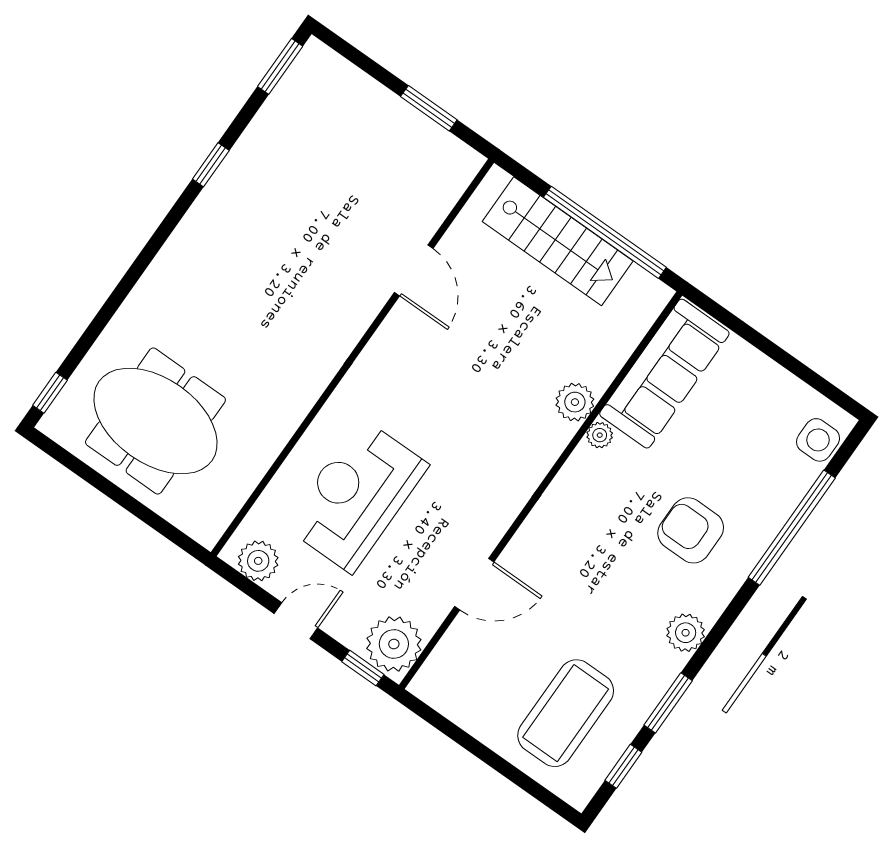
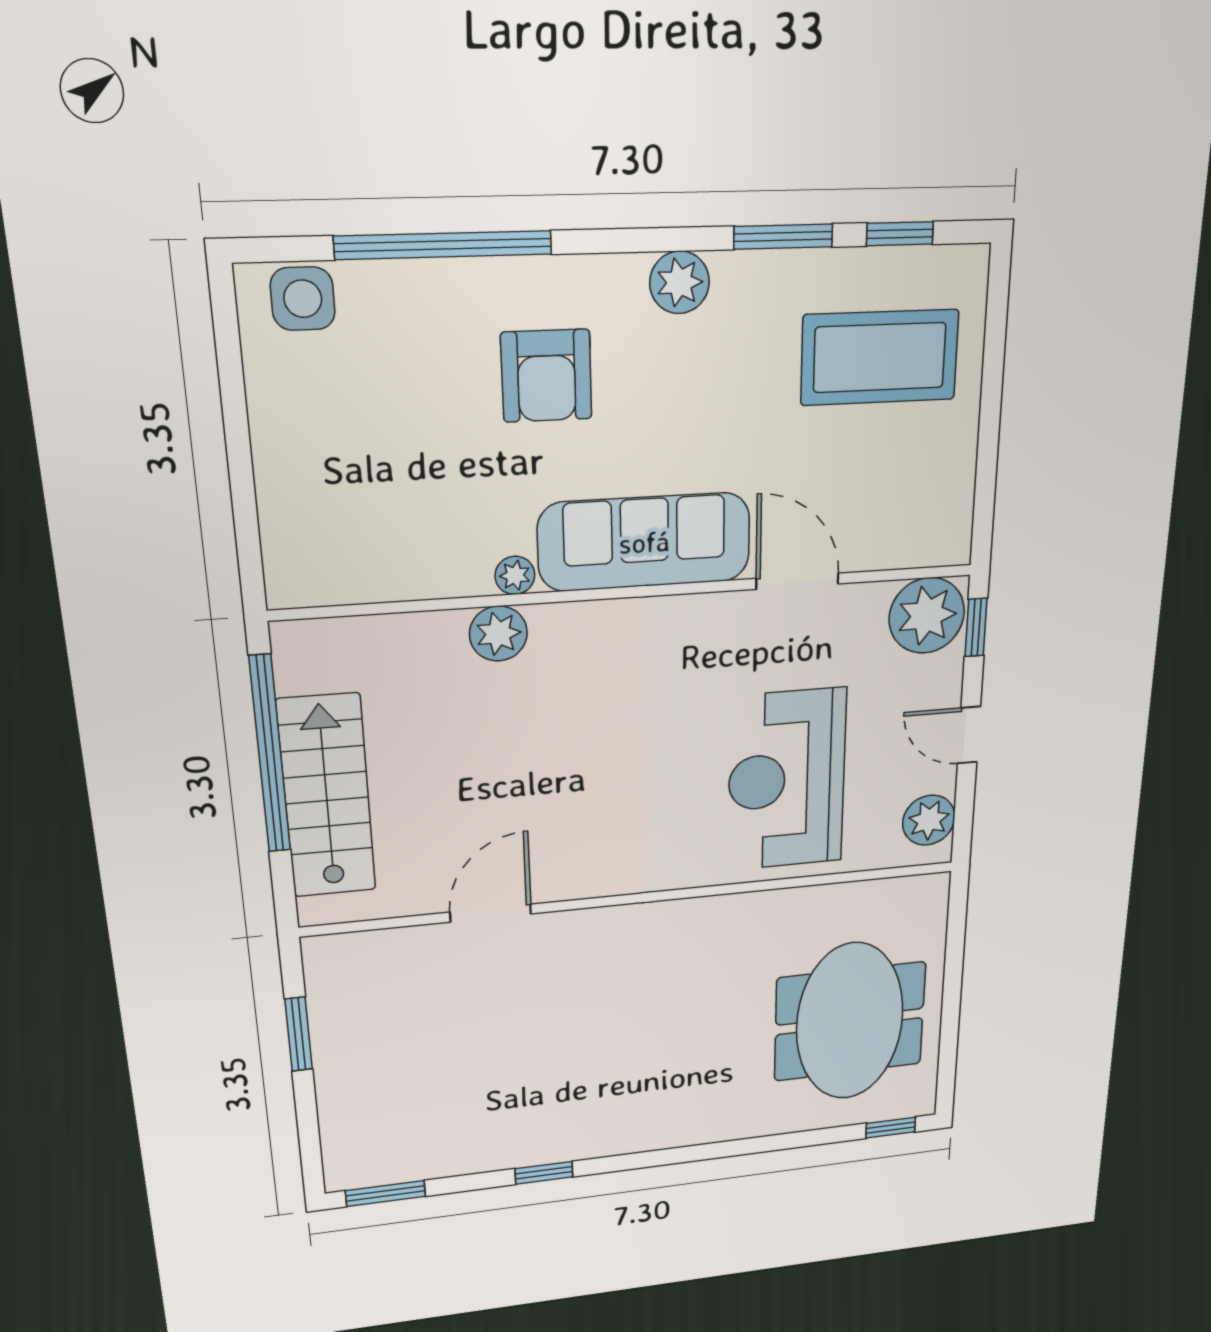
sofa: (664, 374) -> (645, 542), moved
reception desk: (356, 496) -> (787, 780), turned 90

